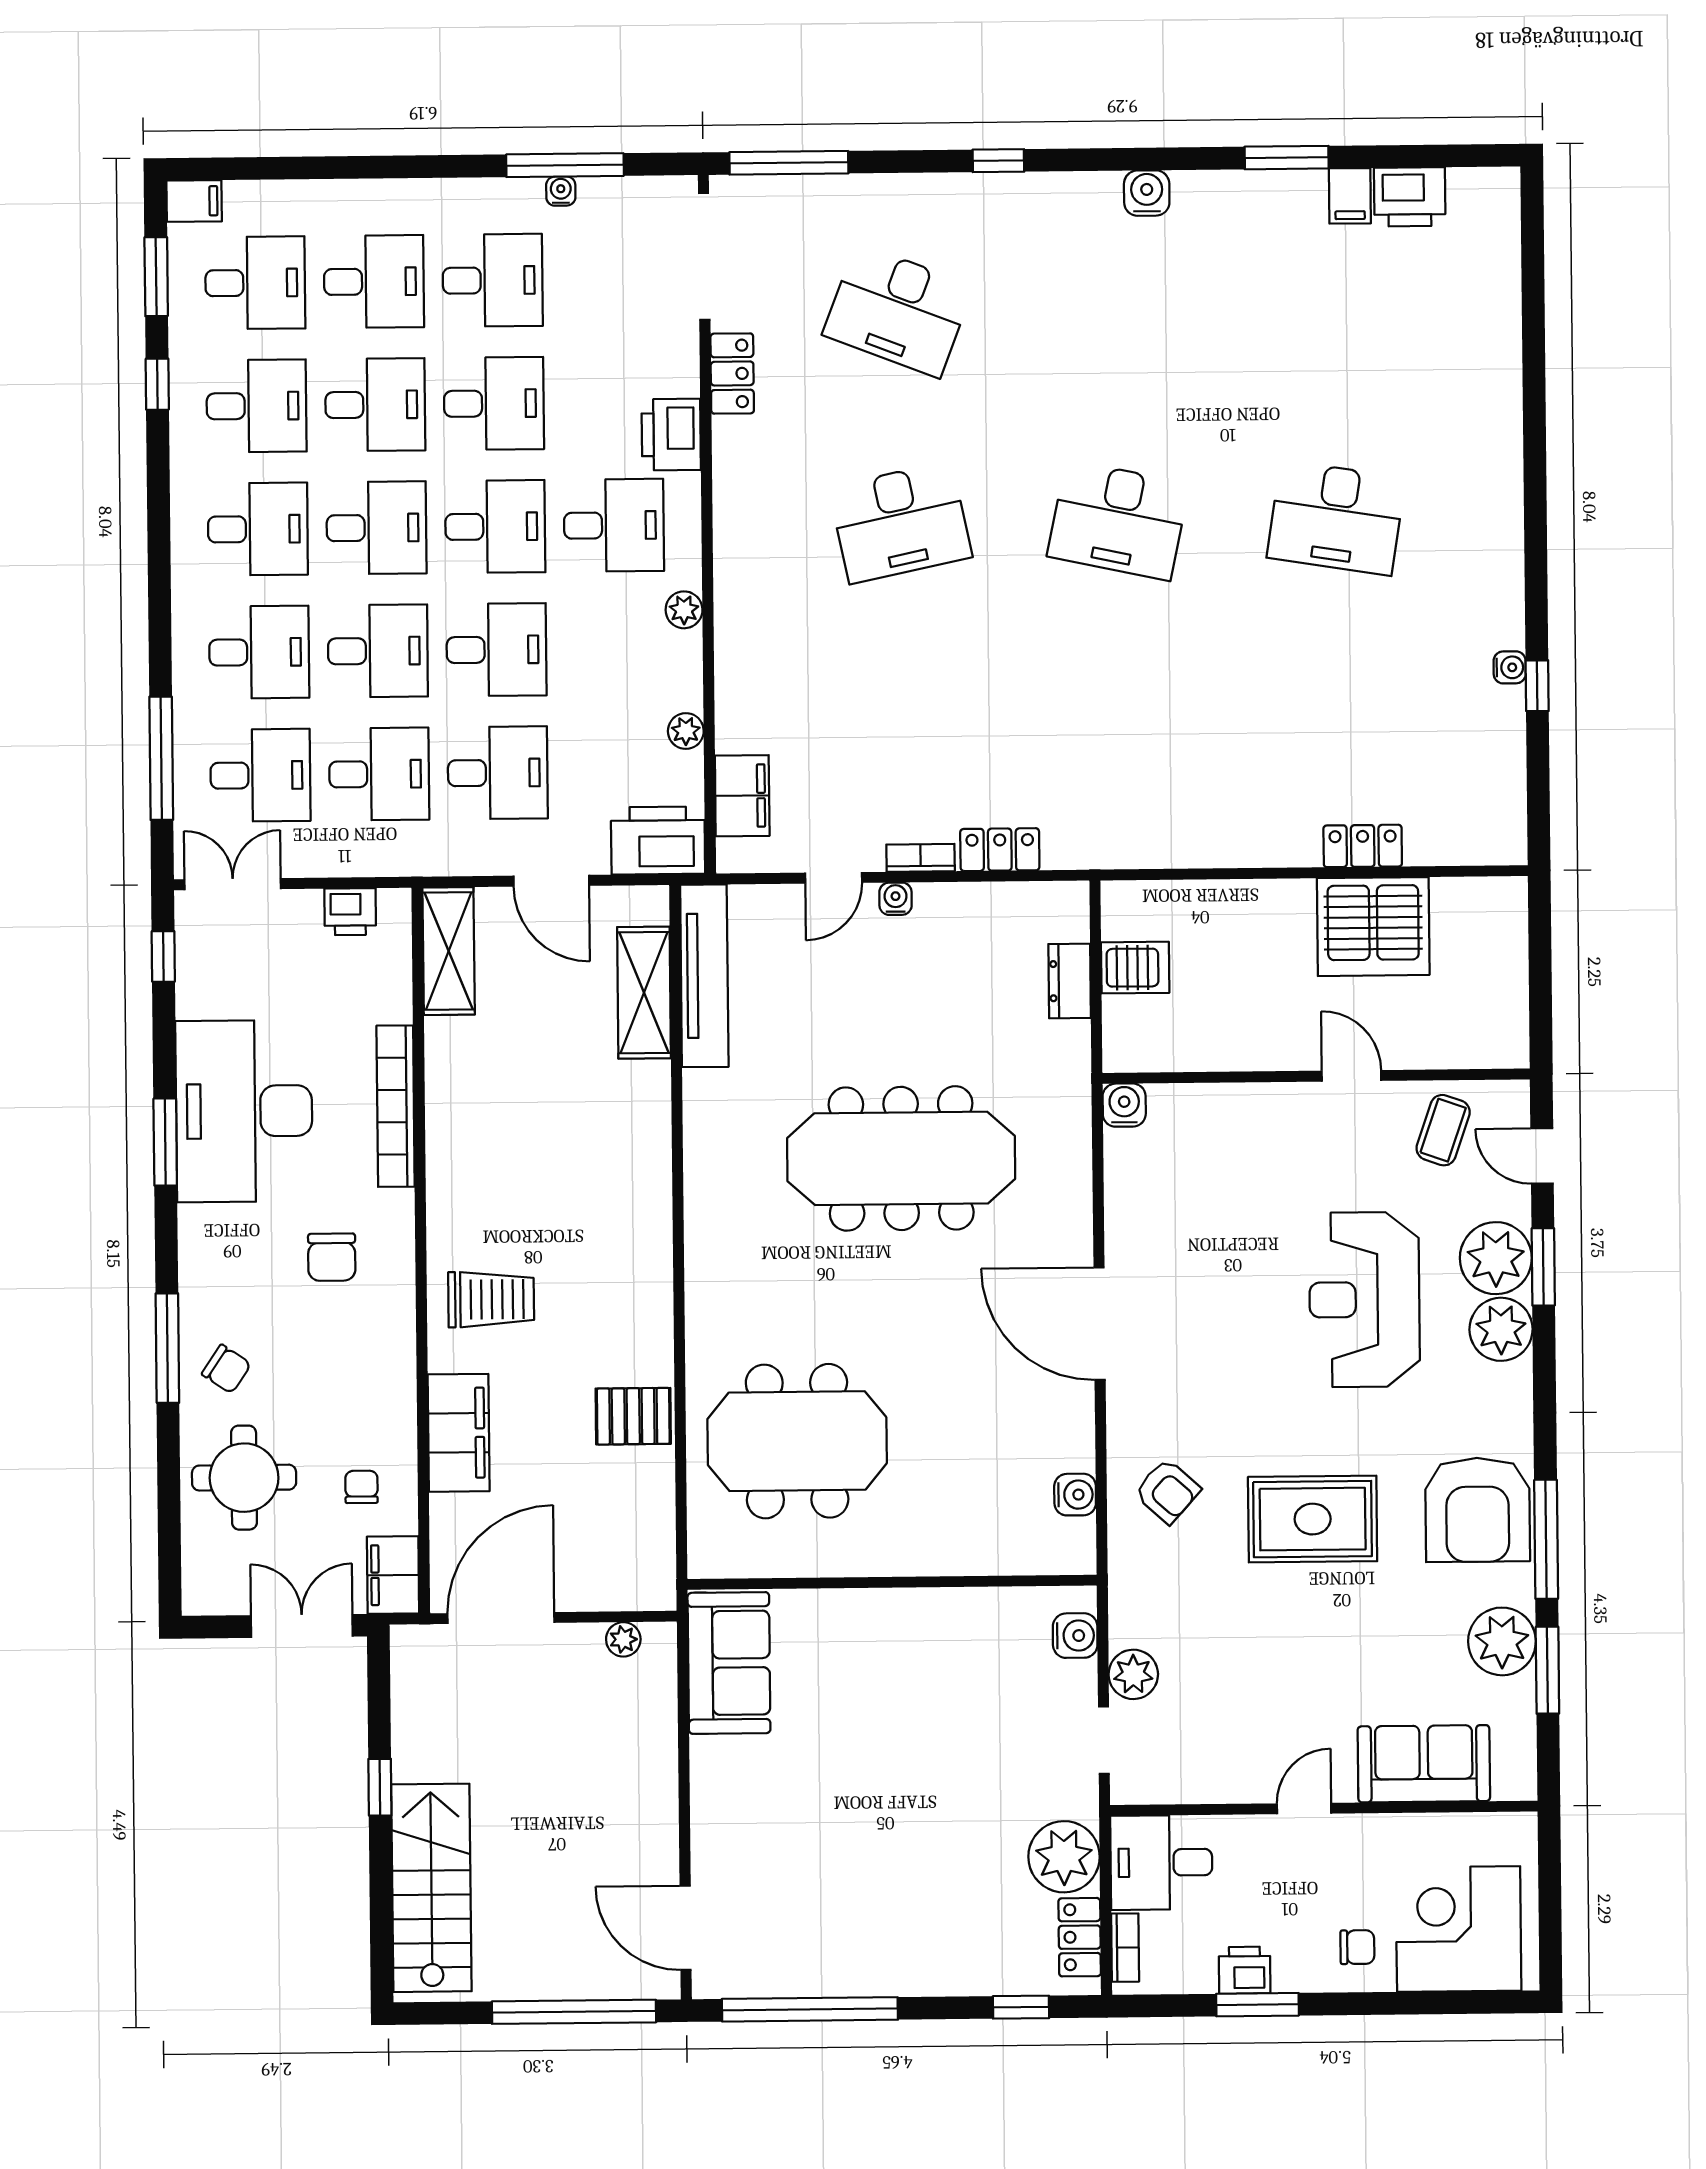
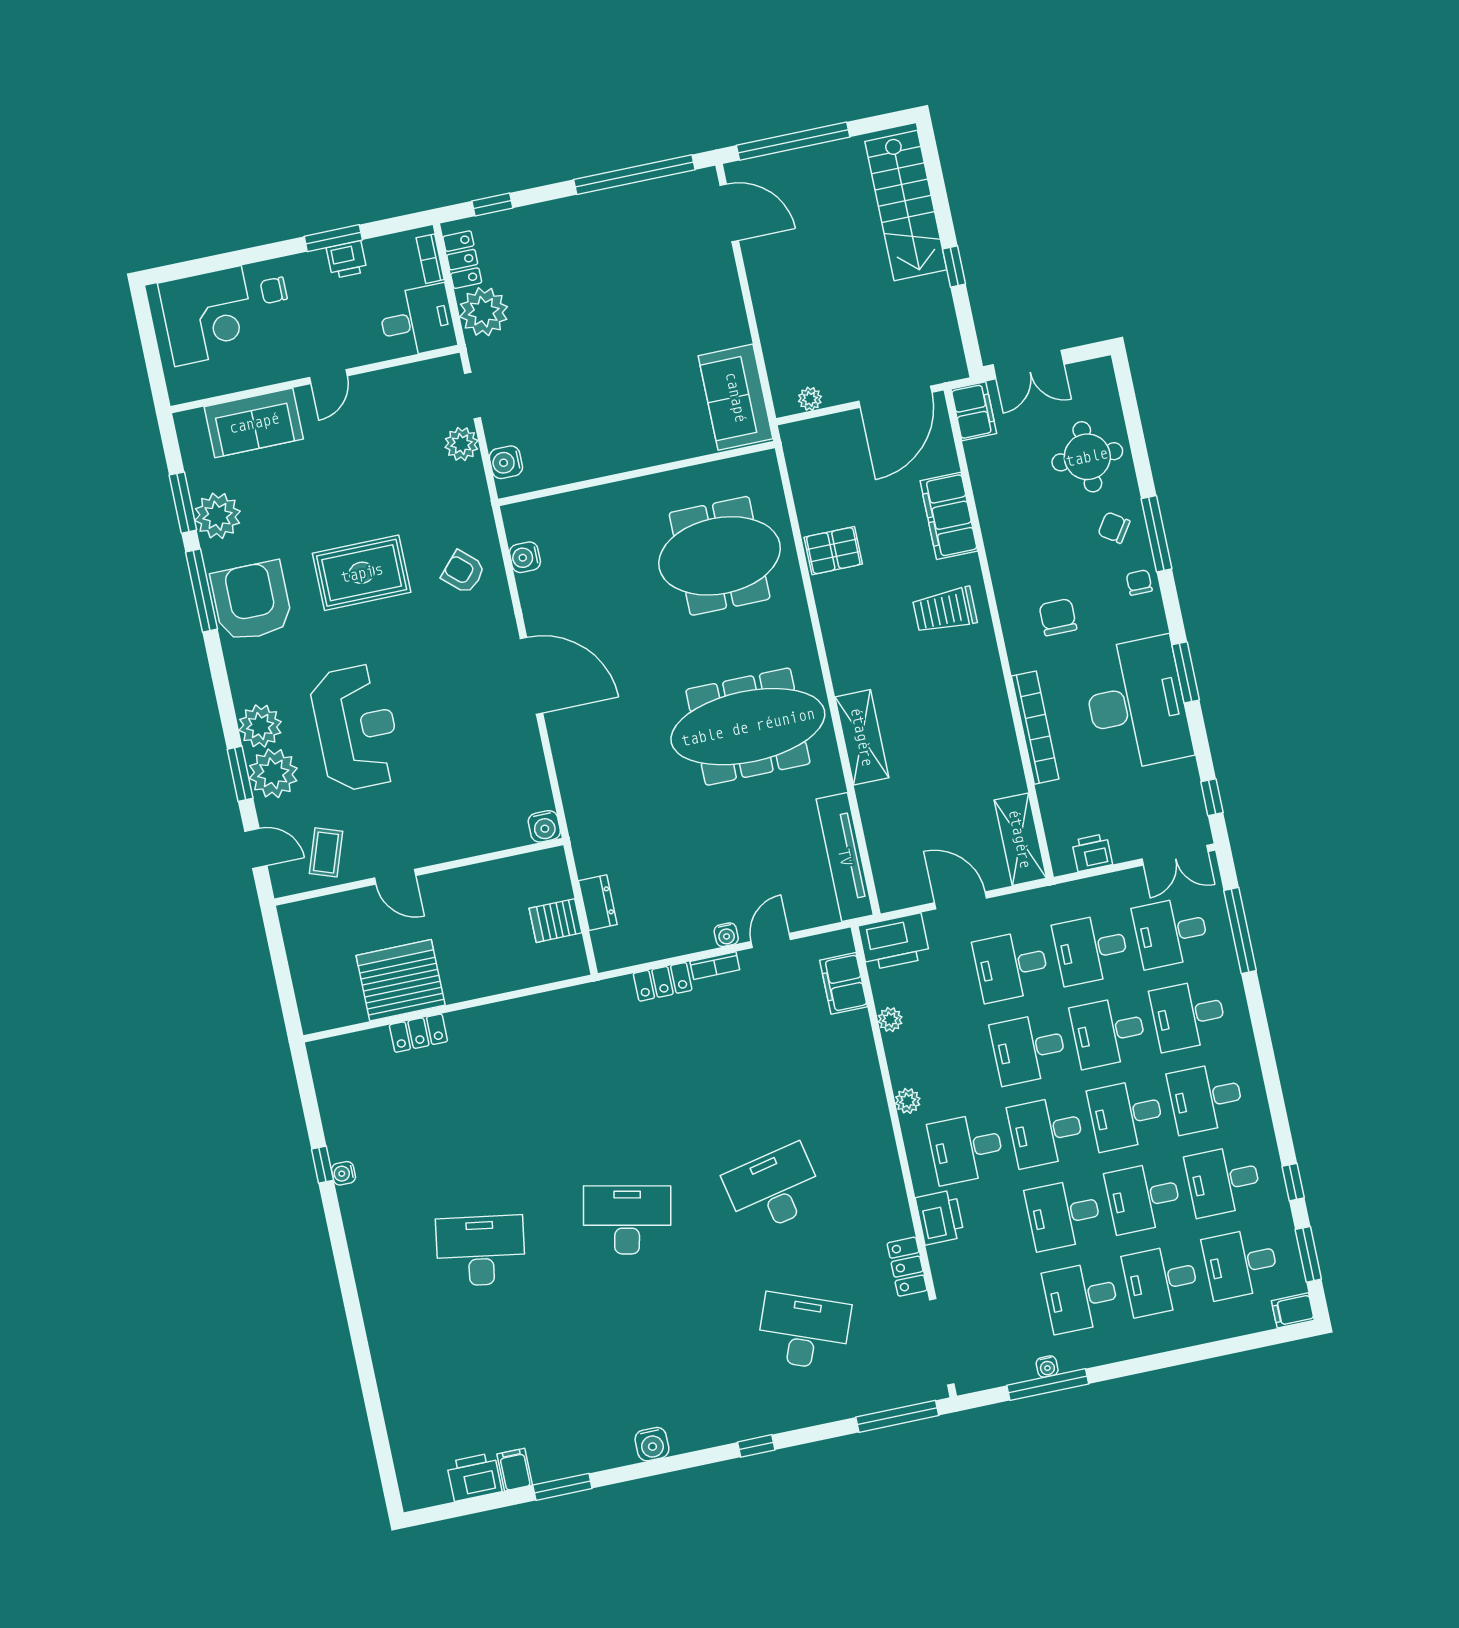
shelving: (644, 993) -> (862, 737), moved
meeting table: (901, 1158) -> (748, 727), moved
chair: (361, 1487) -> (1139, 582), moved, turned 180

